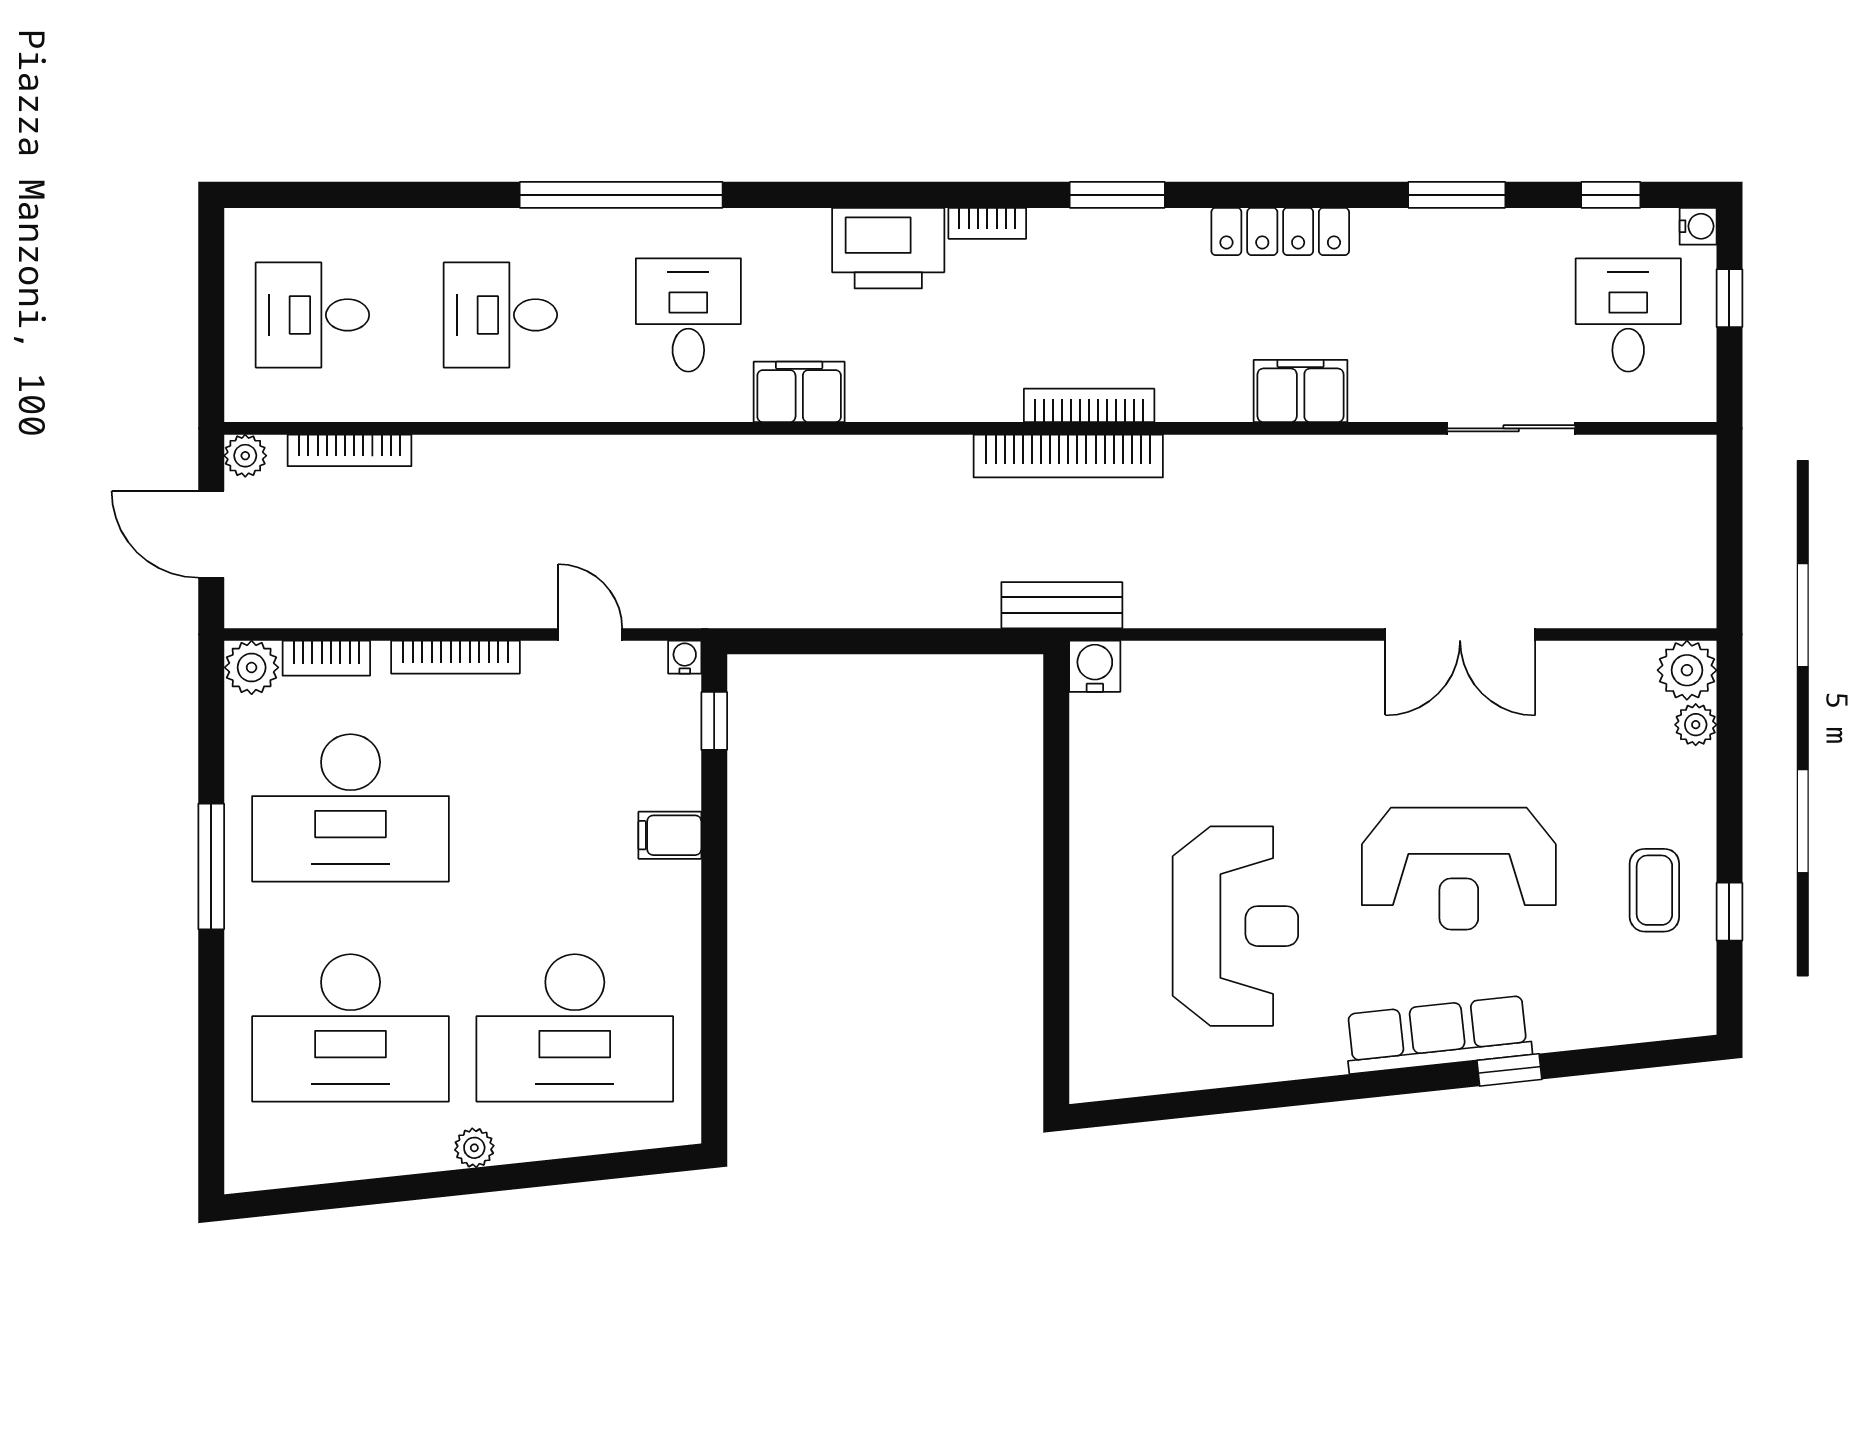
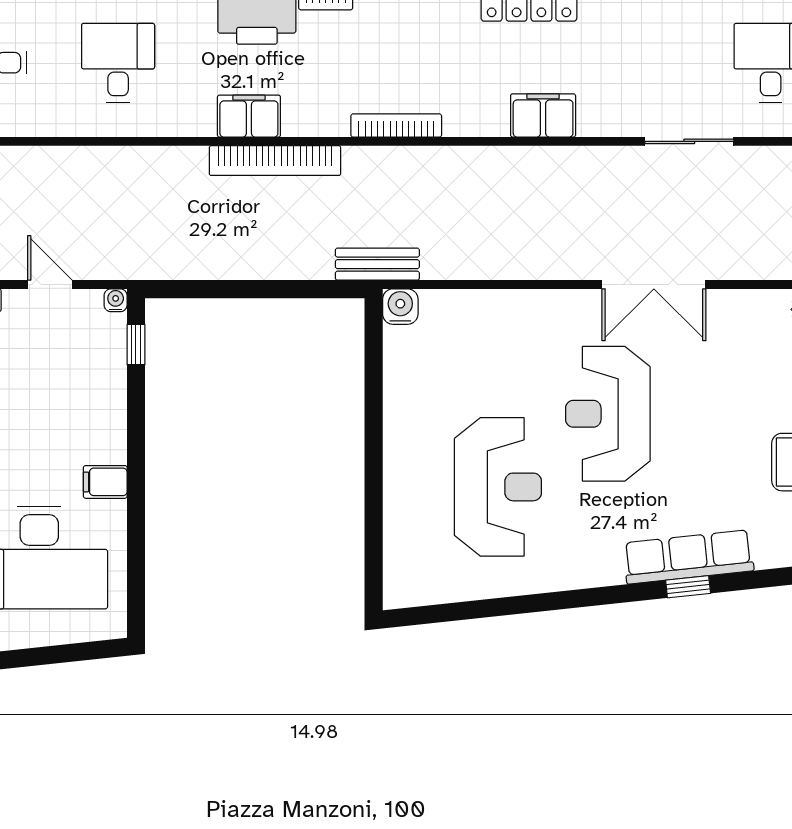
filing cabinet: (799, 392) -> (249, 116), moved
bookcase: (1068, 456) -> (275, 161), moved
filing cabinet: (670, 835) -> (105, 482), moved
reception desk: (1459, 869) -> (608, 414), moved, turned 90
row of seats: (1438, 1035) -> (688, 557), moved

